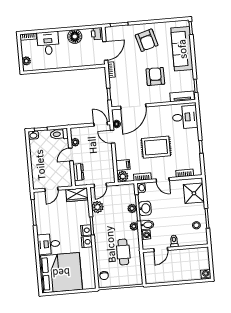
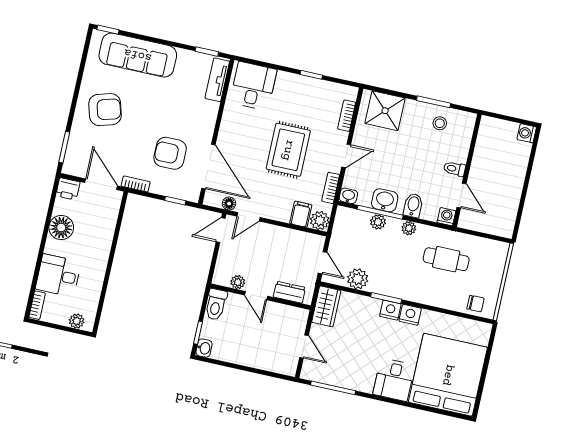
armchair: (155, 76) -> (170, 153), moved
washing machine: (146, 235) -> (446, 217), moved

